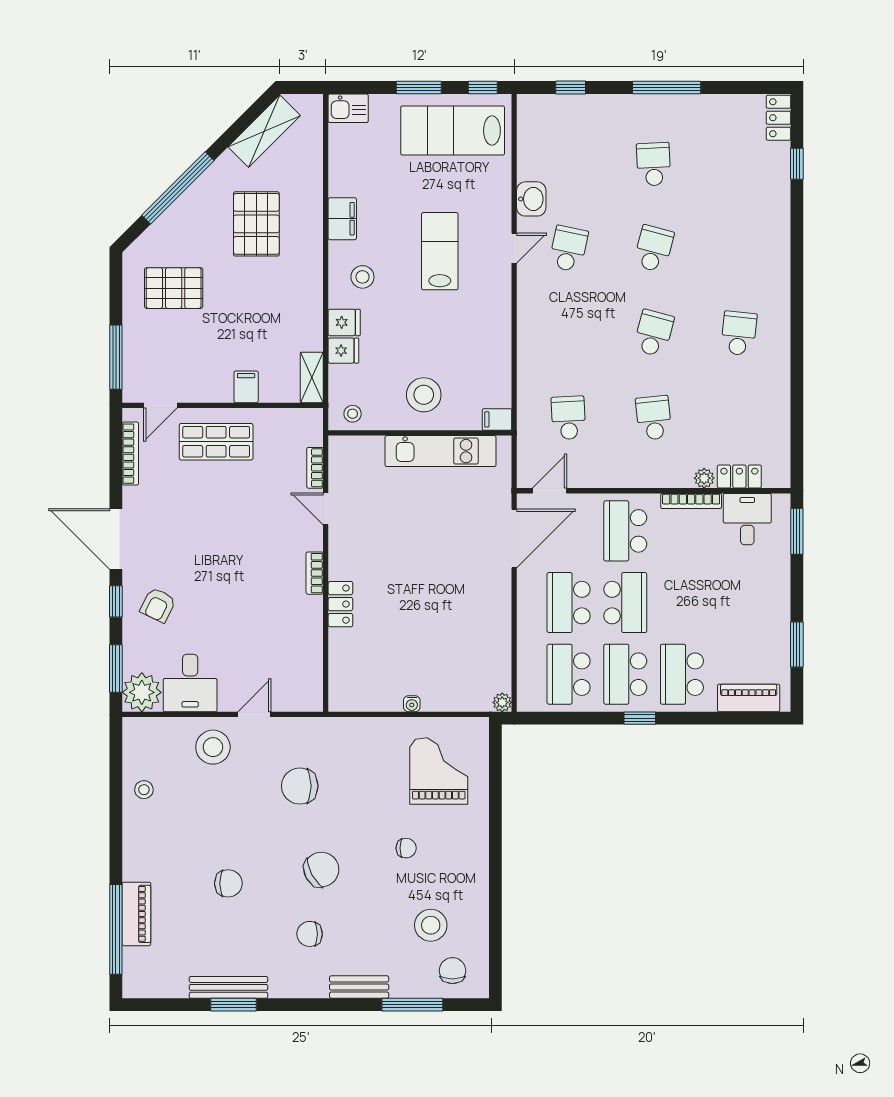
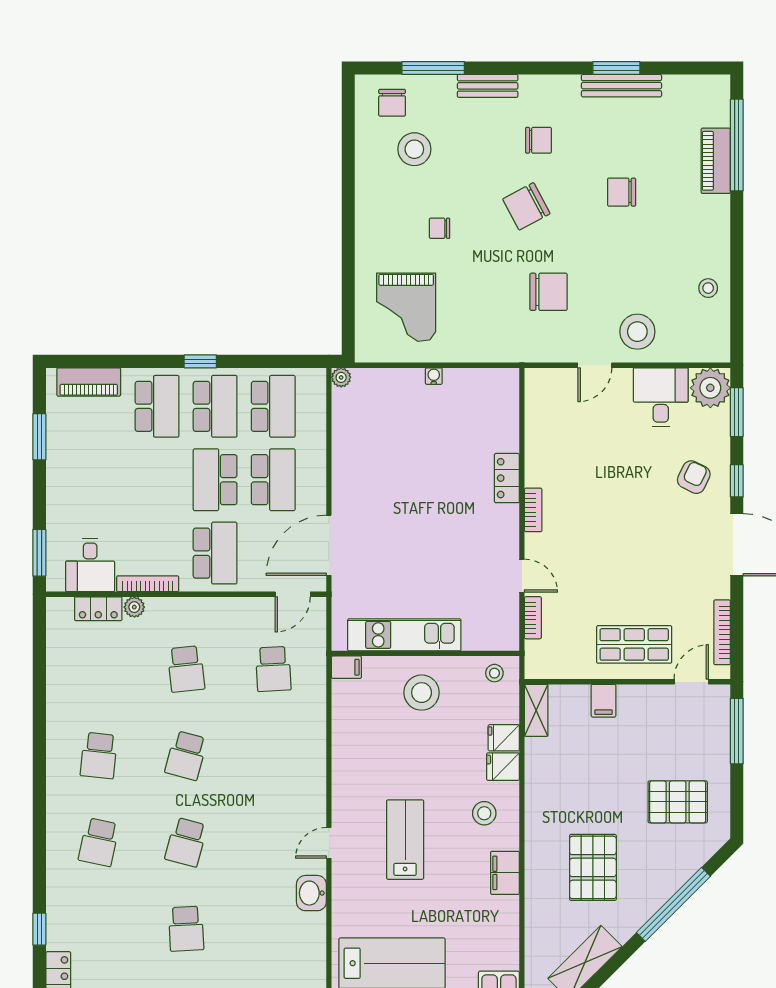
school desk: (568, 249) -> (99, 842), moved
lab bench: (440, 251) -> (405, 840), turned 180

